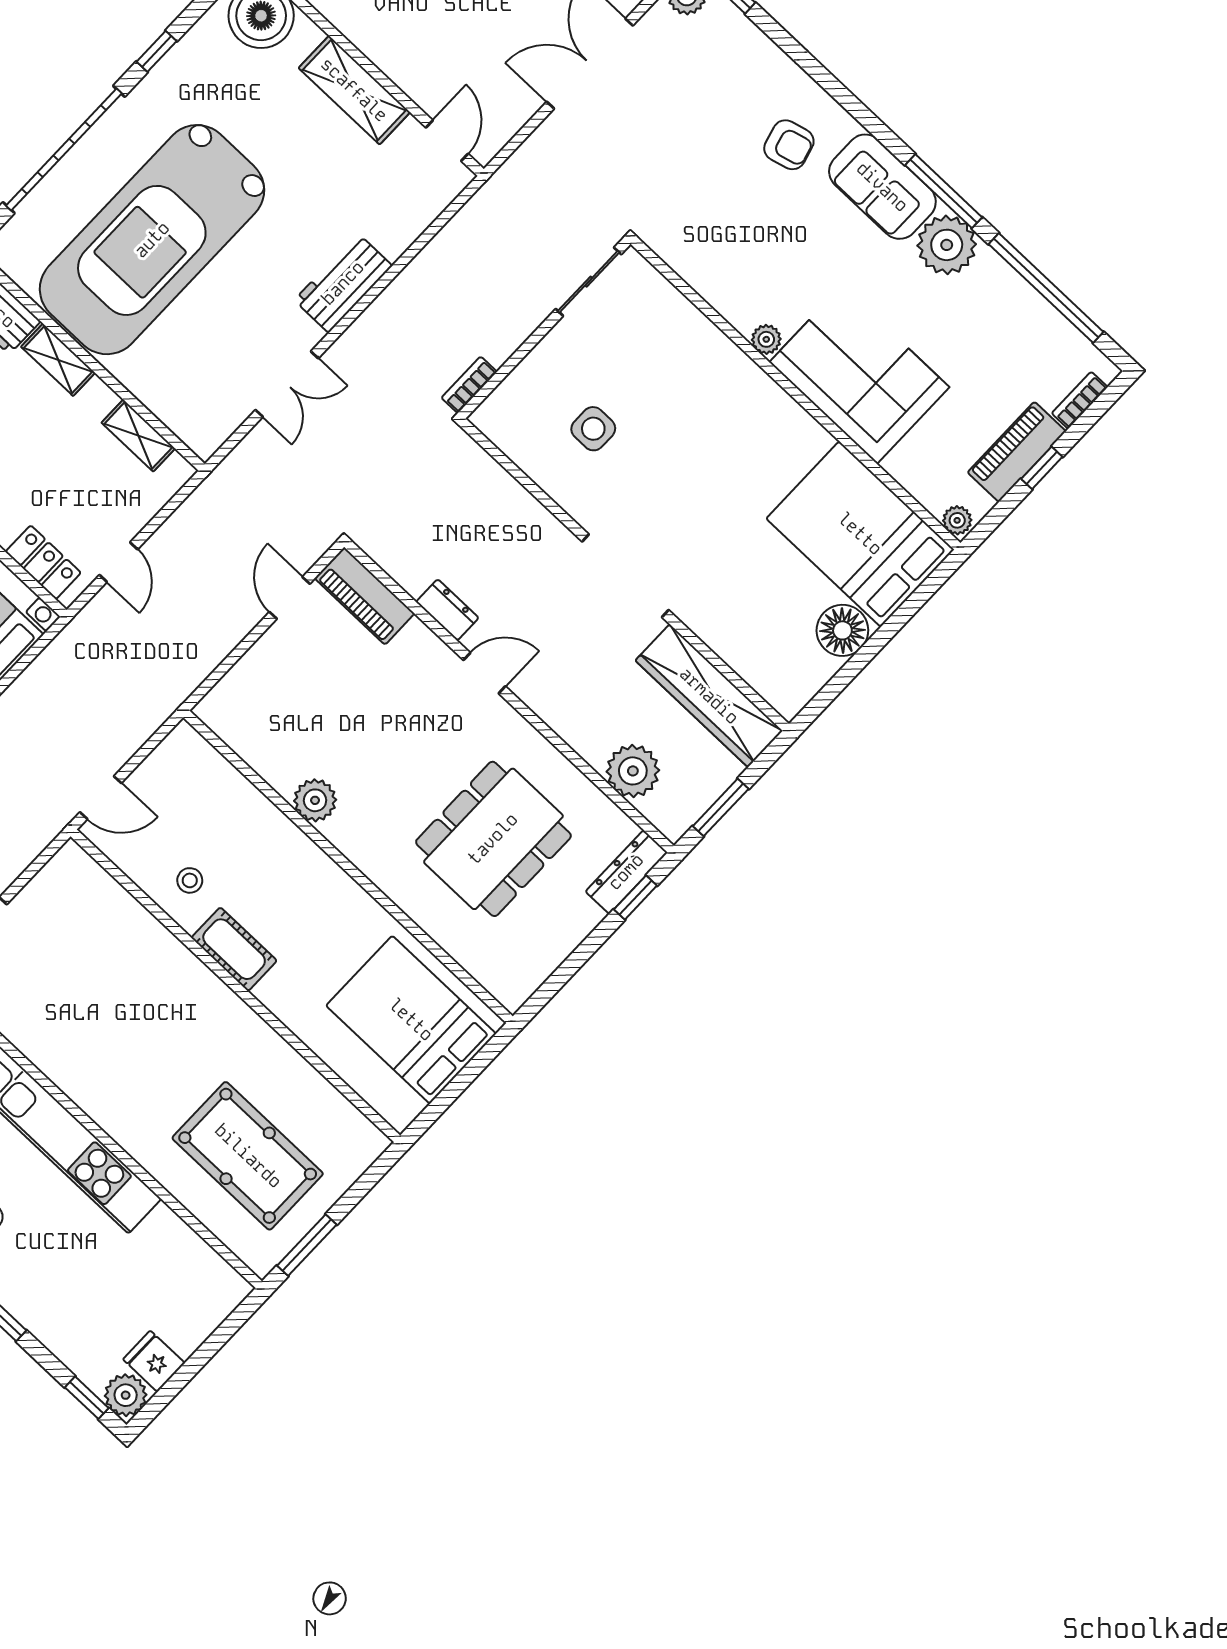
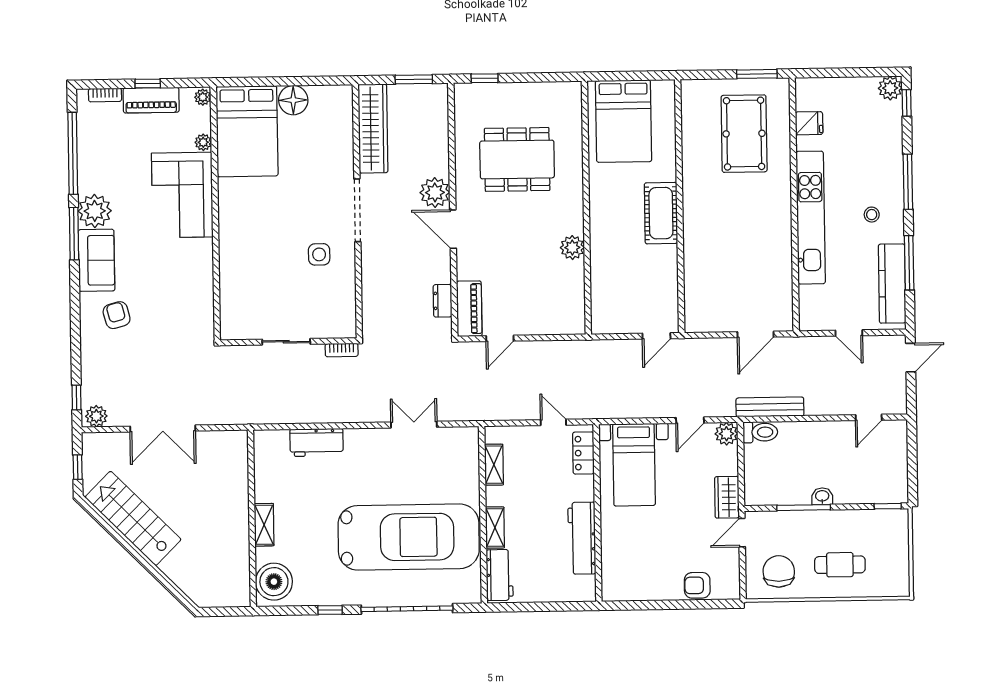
shelving: (354, 90) -> (264, 525), width x0.67, depth x0.75
door: (447, 141) -> (251, 456), removed
sliding door: (589, 282) -> (286, 342), moved
workbench: (343, 283) -> (317, 442), moved
plant: (766, 339) -> (203, 142), moved
side table: (593, 429) -> (319, 254), moved
door: (119, 562) -> (553, 422), hinge flipped
dresser: (447, 610) -> (443, 301), moved
door: (484, 673) -> (453, 229), width x1.38
plant: (633, 771) -> (435, 192), moved
door: (101, 798) -> (656, 336), swing flipped
dresser: (626, 872) -> (478, 92), removed
stool: (190, 880) -> (655, 267), removed
cot: (234, 949) -> (661, 213), width x1.37, depth x1.34
fridge: (154, 1361) -> (809, 123), moved, turned -90

